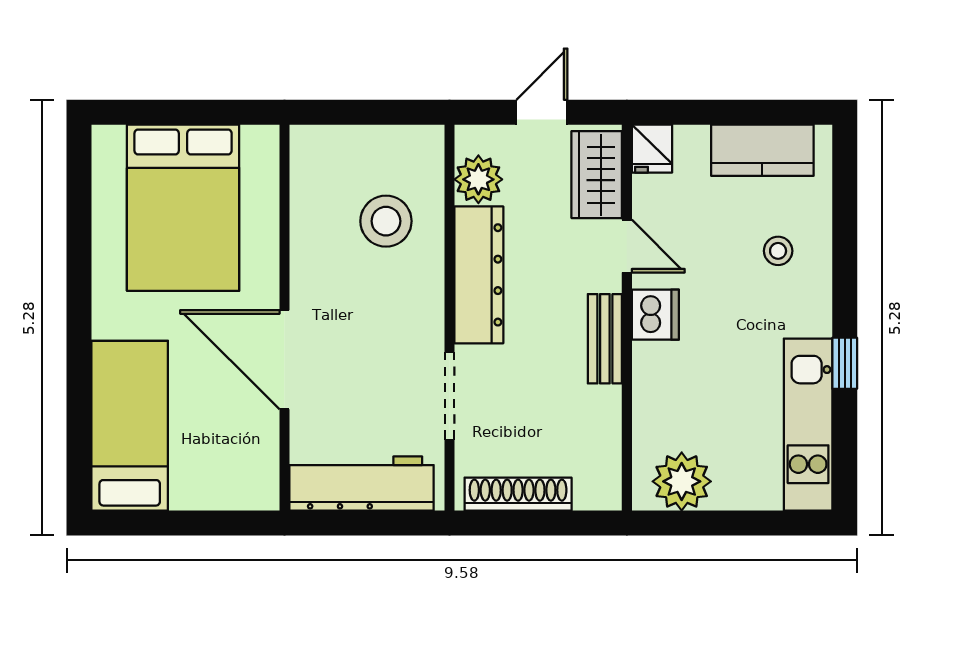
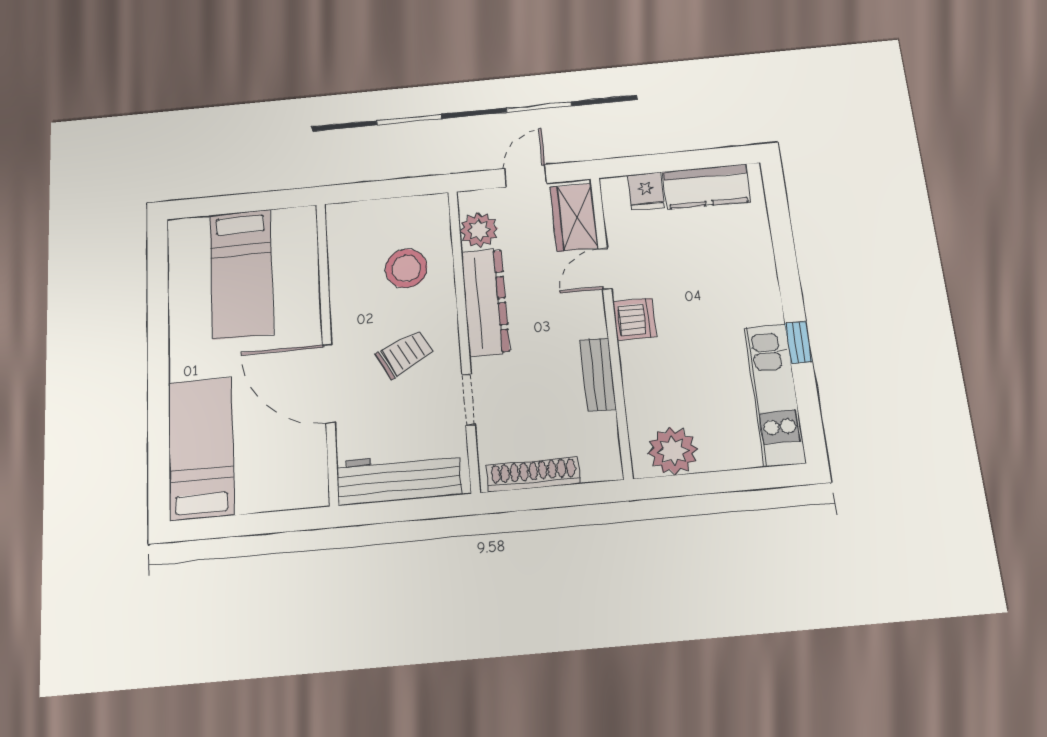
fridge: (652, 149) -> (646, 191), moved
bed: (183, 208) -> (241, 274), width x0.67
door: (627, 246) -> (605, 269), swing flipped
stool: (778, 251) -> (730, 261), removed
trolley: (377, 332) -> (404, 354), added
bench: (605, 339) -> (598, 374), moved
doorway: (450, 396) -> (468, 399), width x0.73

